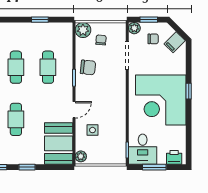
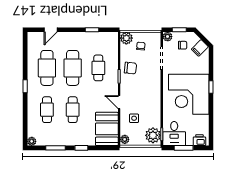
cafe table: (16, 67) -> (73, 68), width x1.37, depth x1.35
door: (74, 110) -> (119, 102), swing flipped
plant: (116, 151) -> (153, 135), added

